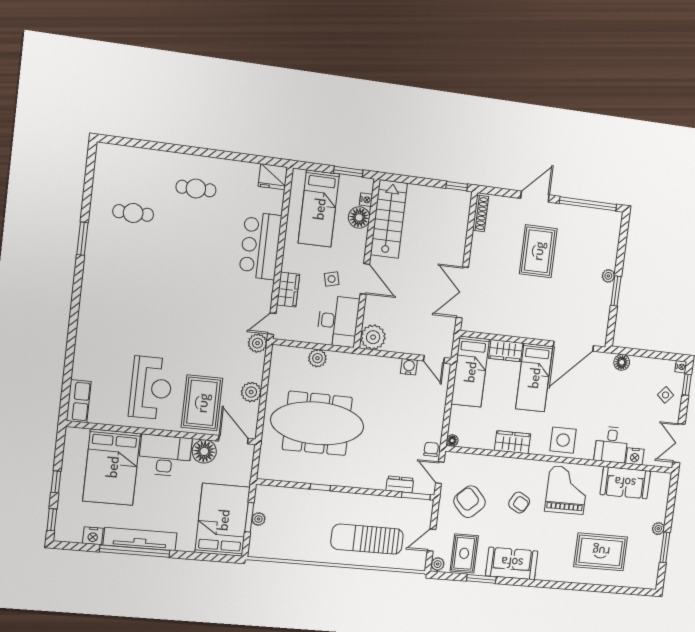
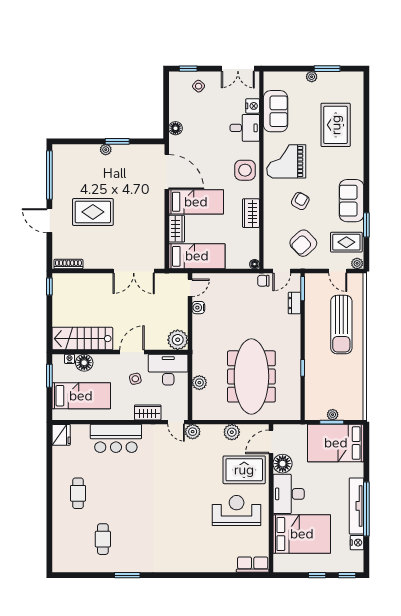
nightstand: (681, 367) -> (174, 76), removed

